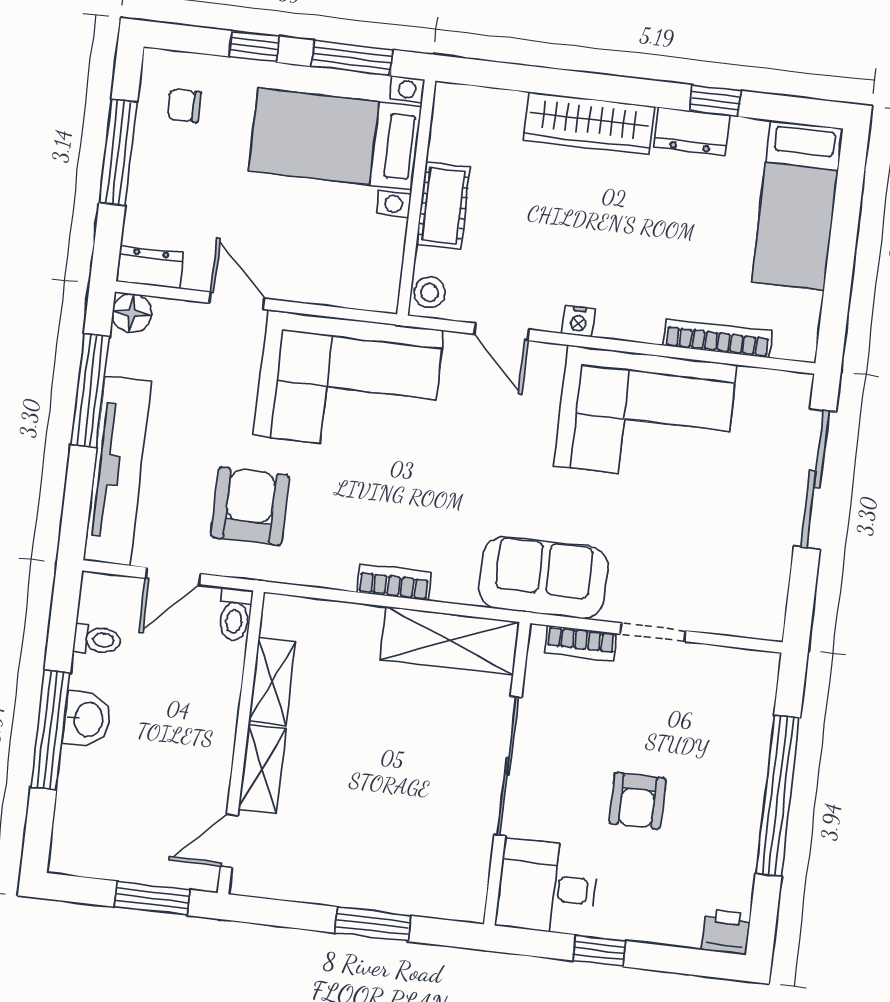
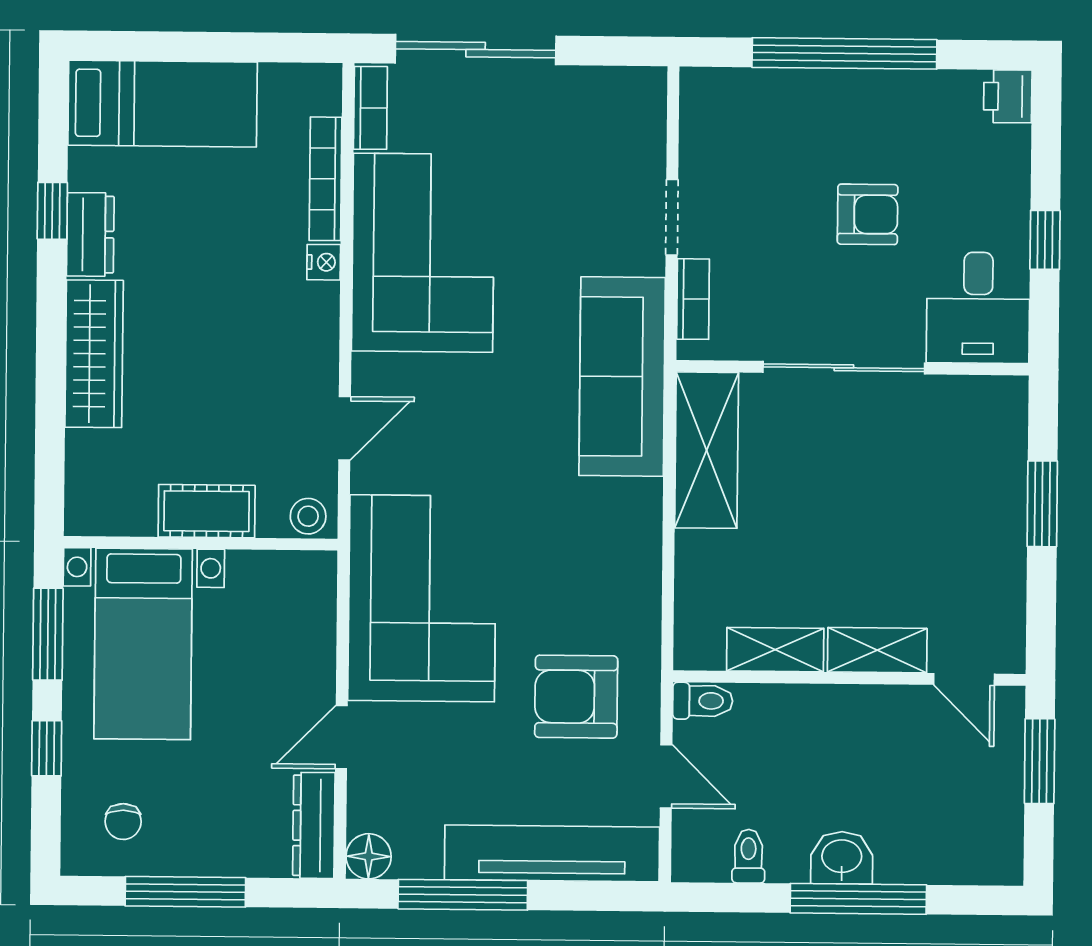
dresser: (150, 267) -> (314, 825), width x1.44
nightstand: (578, 321) -> (324, 262), moved
sofa: (543, 578) -> (622, 377), width x1.36
bookcase: (394, 582) -> (370, 108), moved, turned 180

